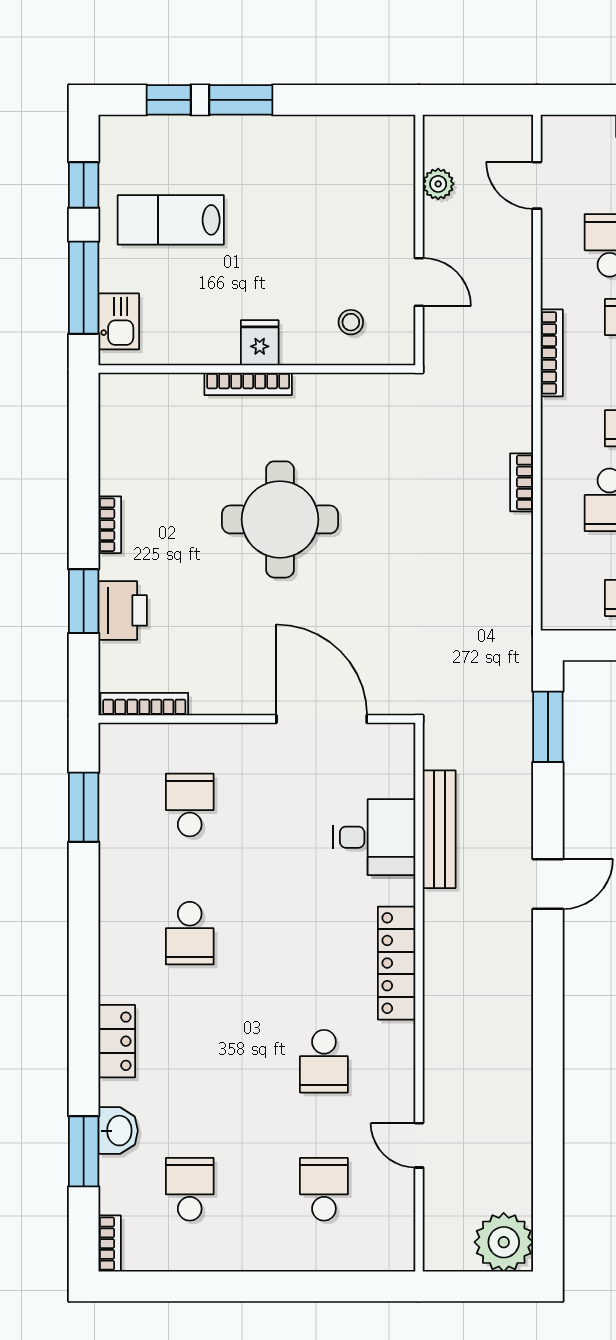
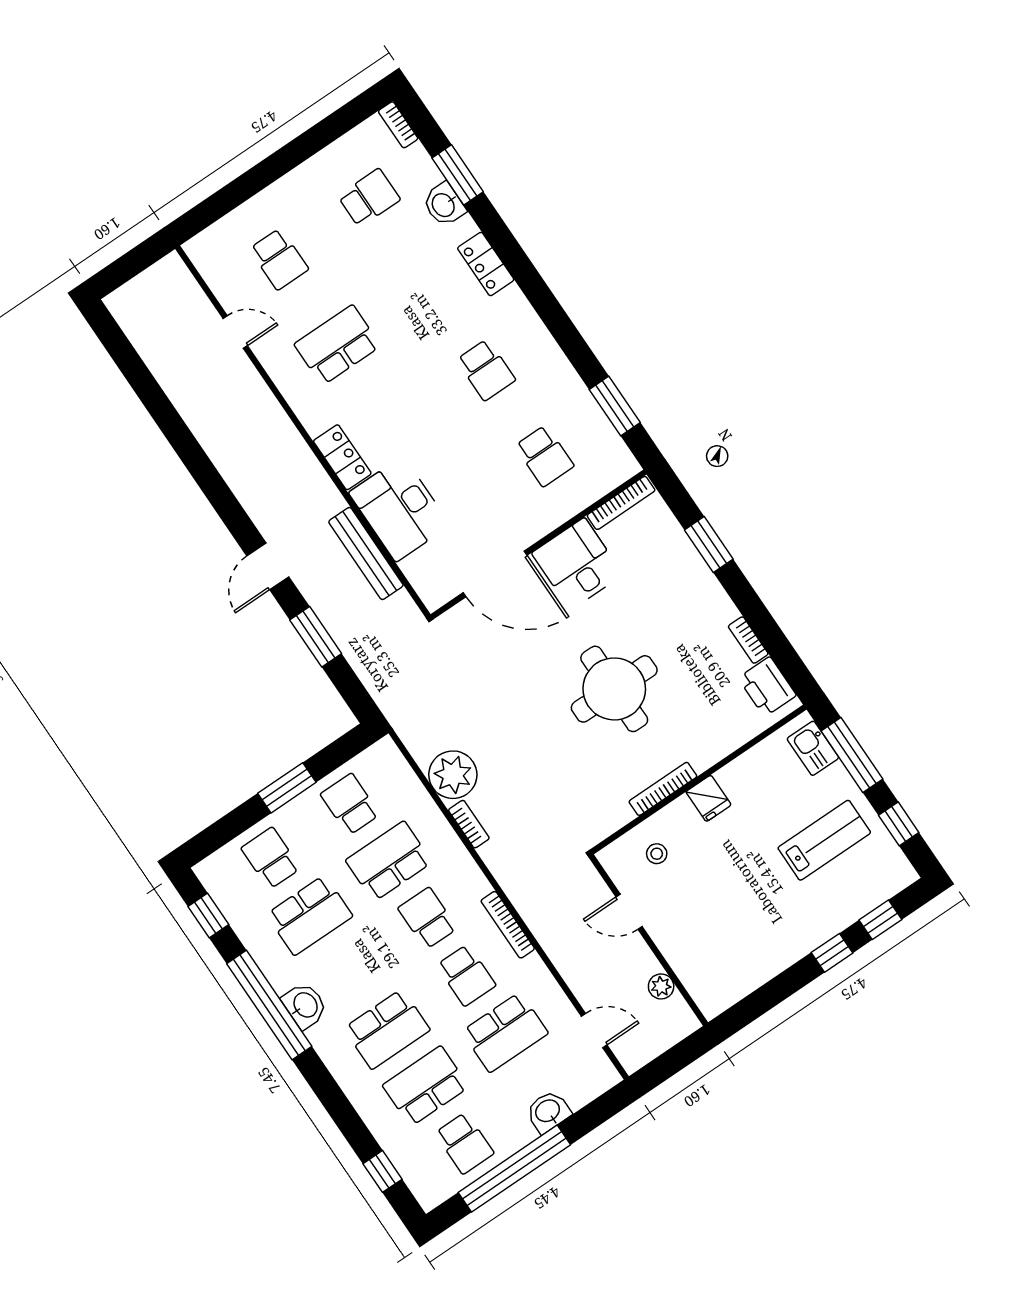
window: (241, 100) -> (832, 953), width x0.67
bookcase: (248, 384) -> (663, 789), moved
bookcase: (110, 525) -> (748, 640), moved
printer: (123, 610) -> (767, 687), moved
desk: (231, 672) -> (577, 564), added
window: (548, 727) -> (316, 637), moved
desk: (374, 837) -> (399, 509), width x1.37
school desk: (190, 933) -> (486, 370), turned 180
locker: (397, 963) -> (342, 457), width x0.66
school desk: (324, 1061) -> (337, 345), width x1.85
school desk: (190, 1189) -> (369, 198), turned -90
plant: (504, 1242) -> (453, 775), moved

